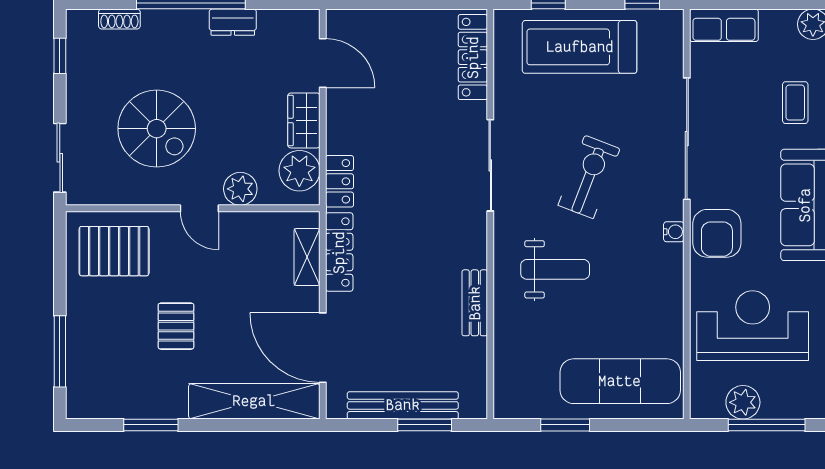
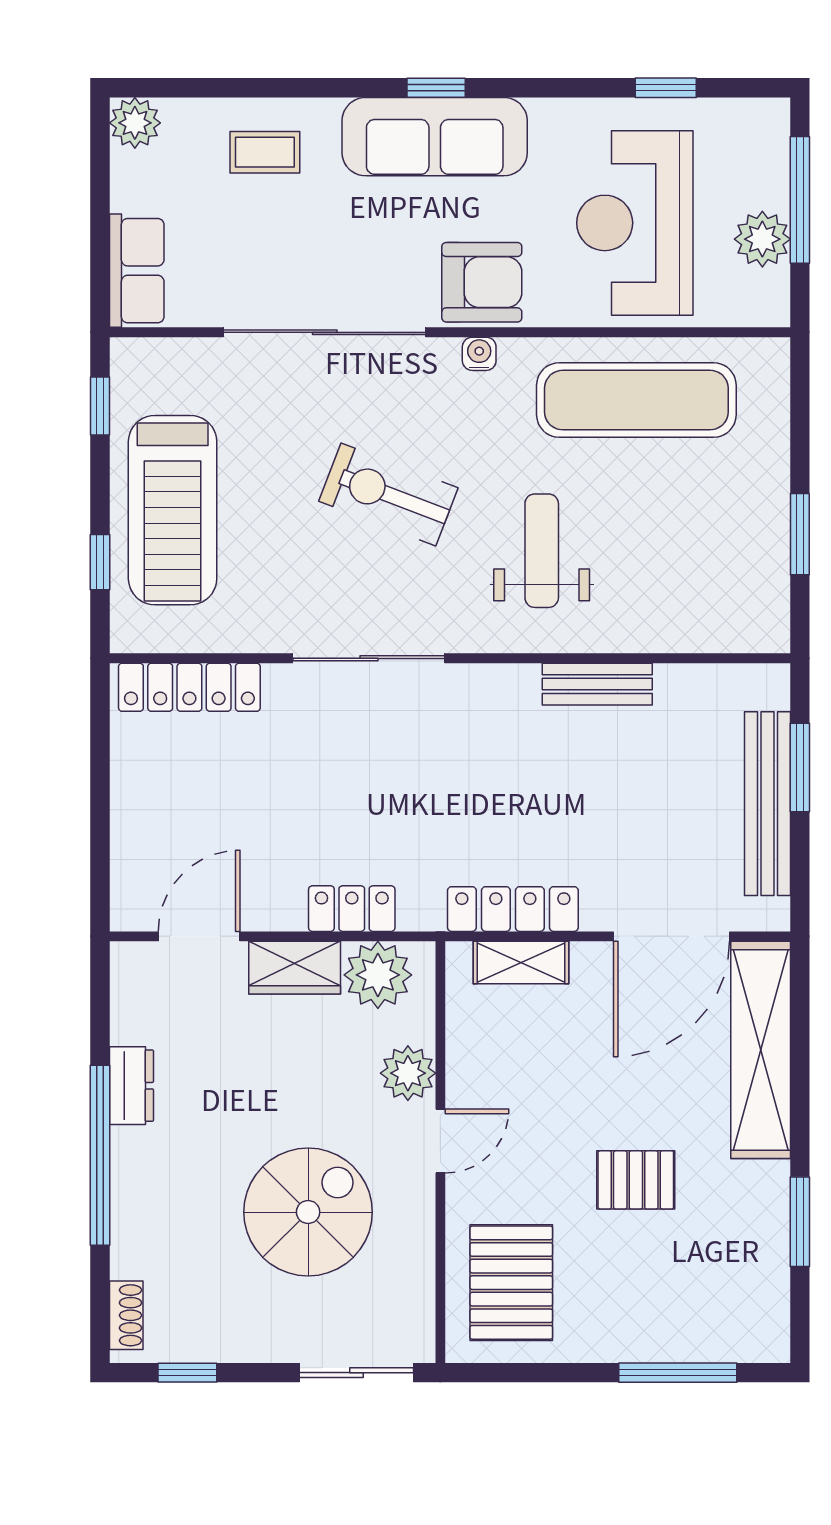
shoe rack: (119, 19) -> (126, 1315), moved
locker: (339, 181) -> (352, 909), moved
exercise mat: (620, 381) -> (636, 400), moved, turned 90

